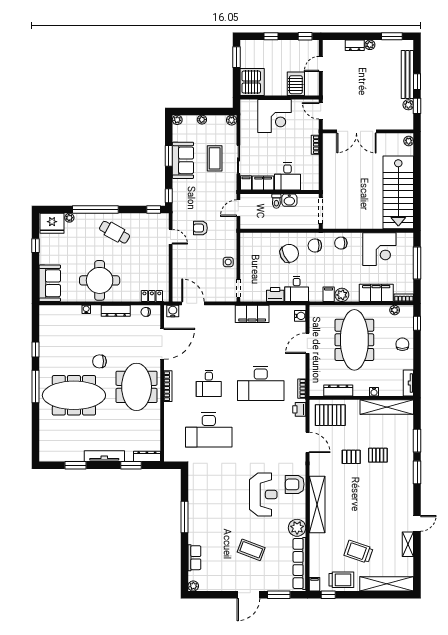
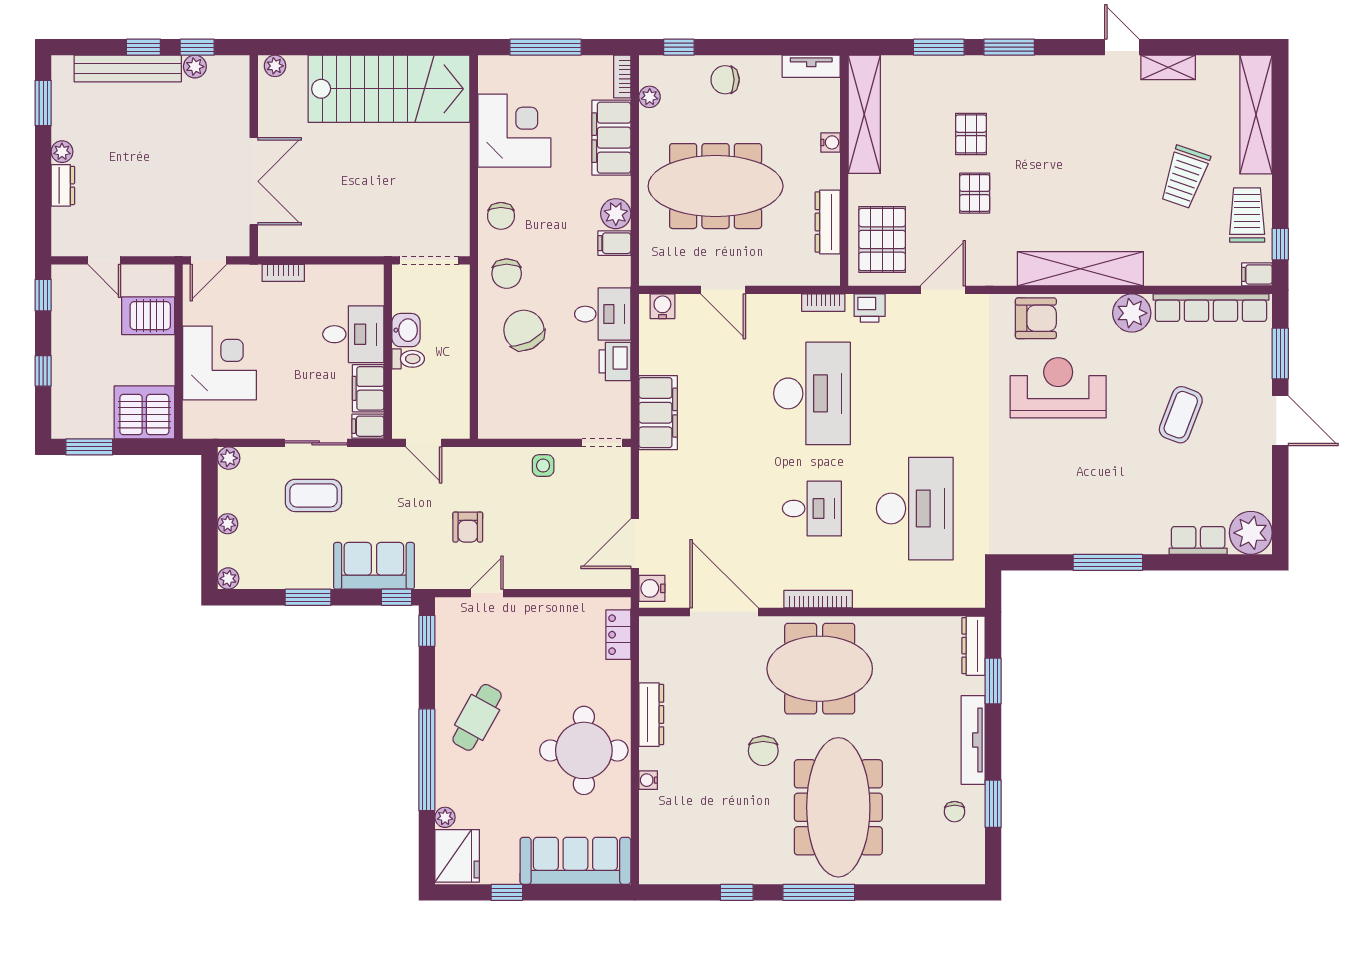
sofa: (183, 160) -> (374, 566), moved
sofa: (50, 283) -> (575, 861), width x1.36
chair: (146, 312) -> (955, 812), moved
armchair: (295, 484) -> (1036, 318), turned -90
plant: (193, 586) -> (1251, 533), width x1.87, depth x1.87

